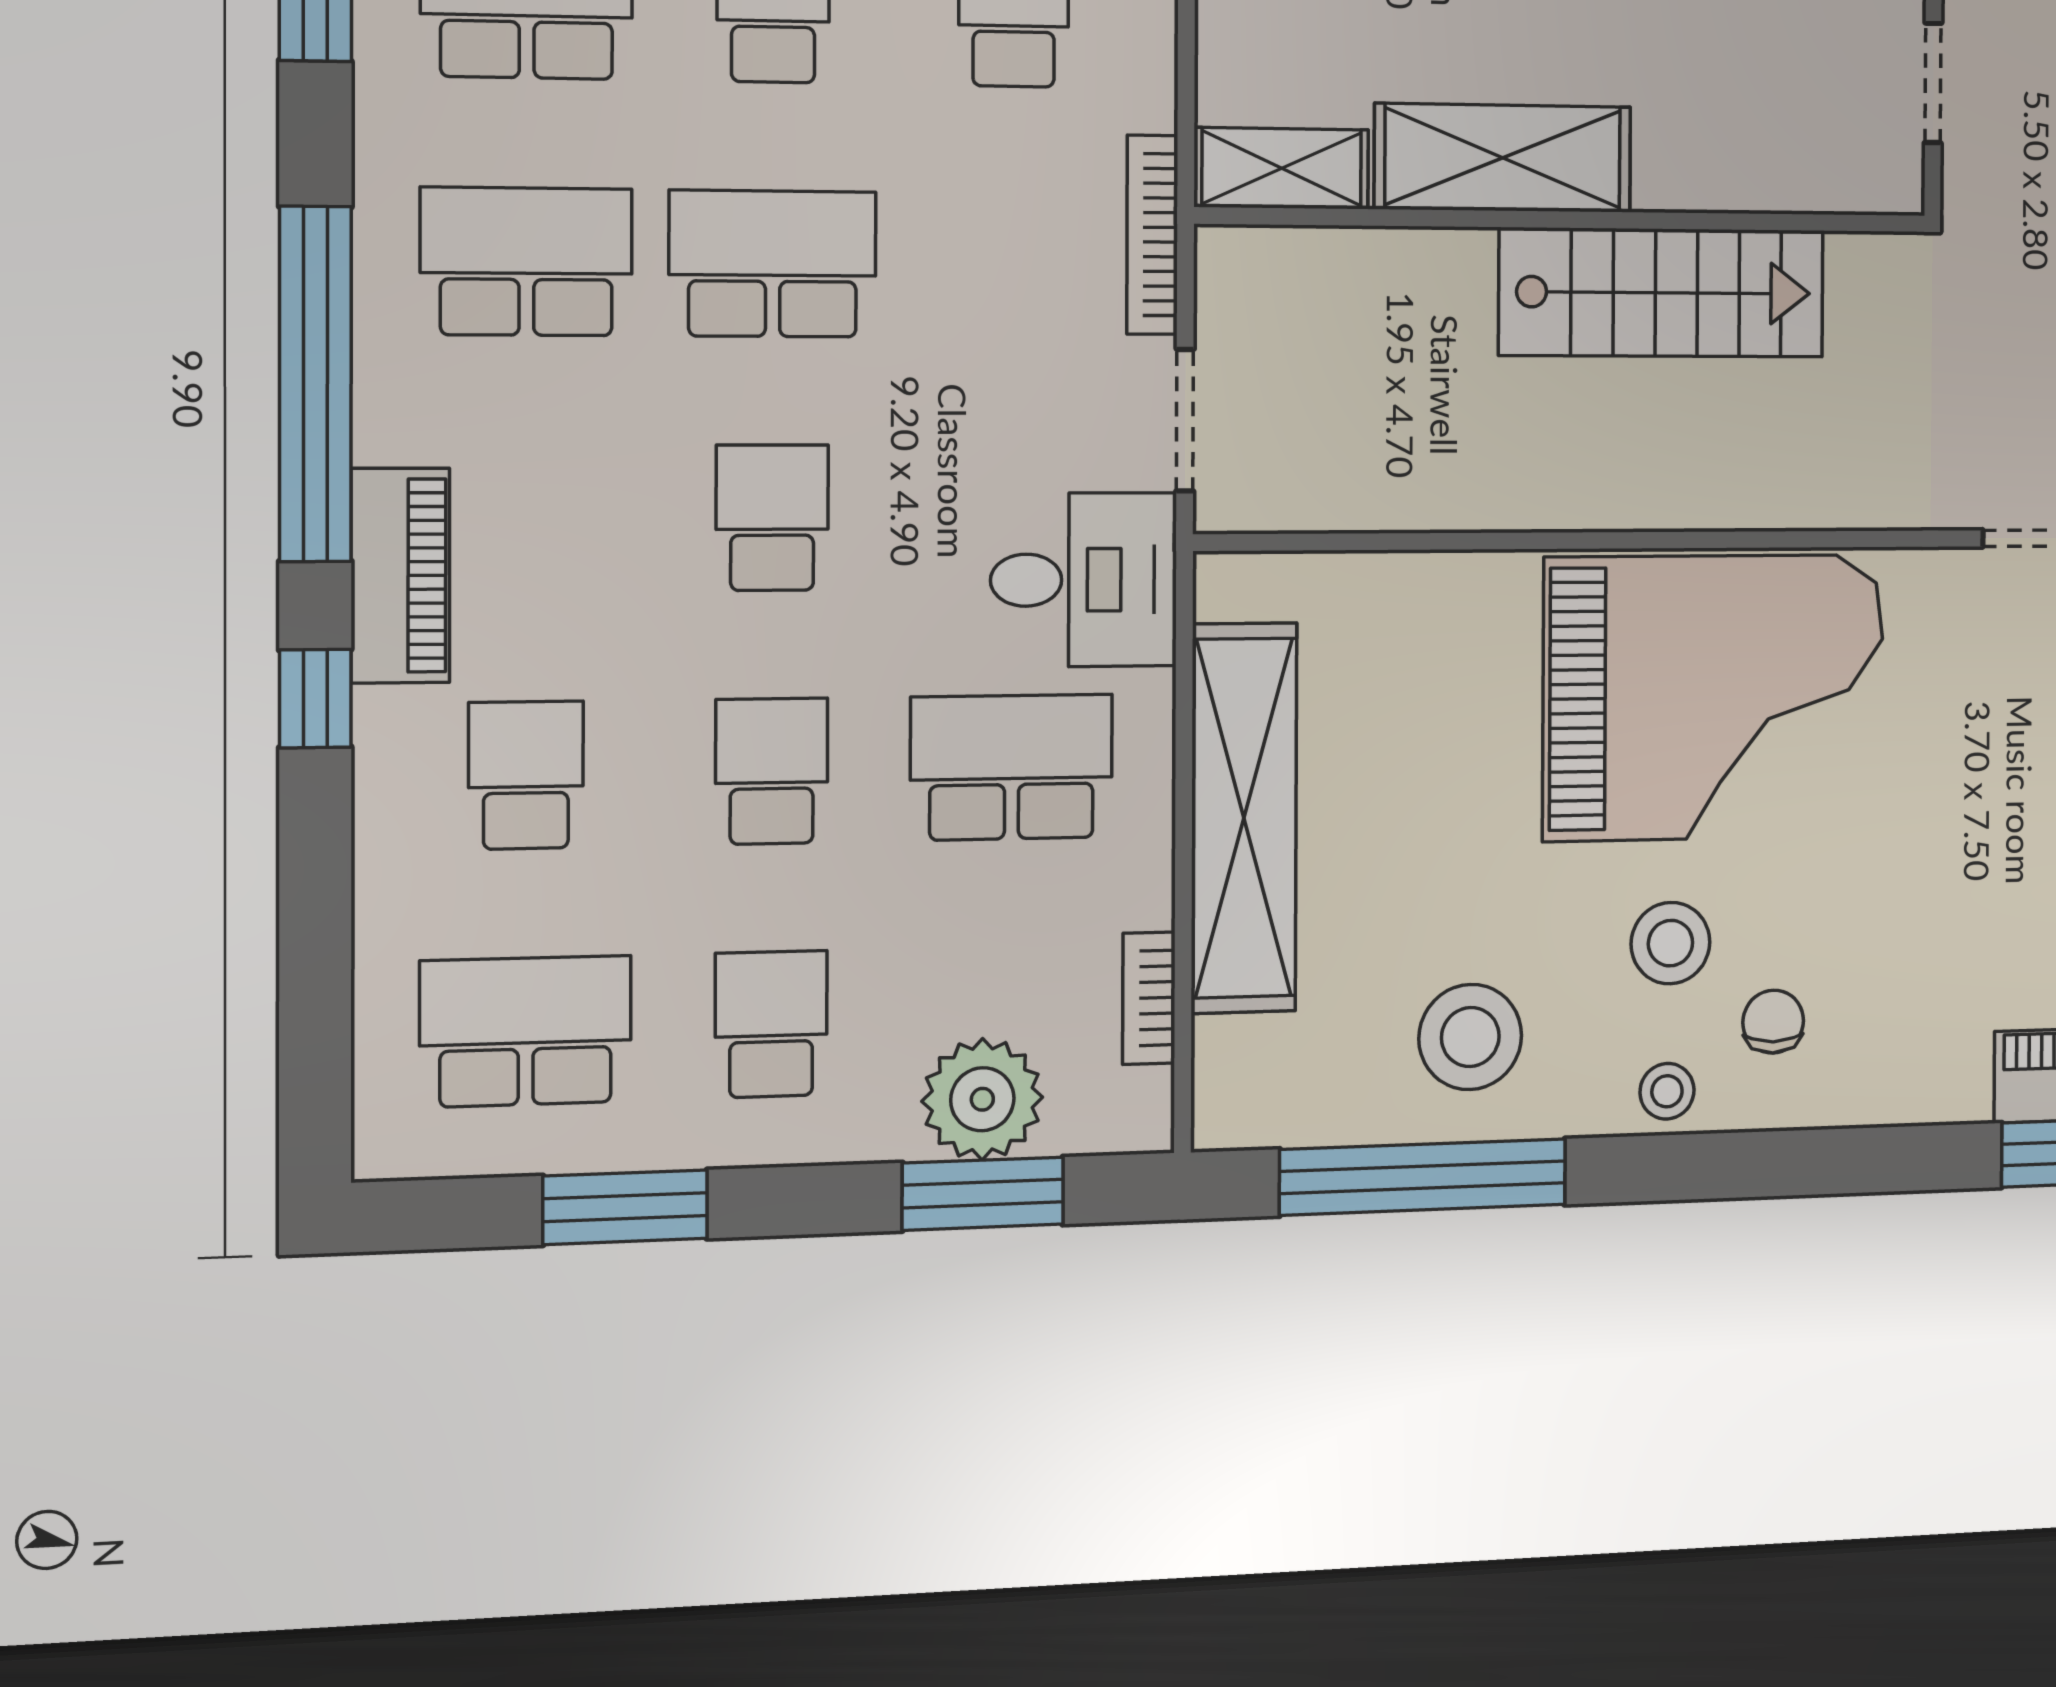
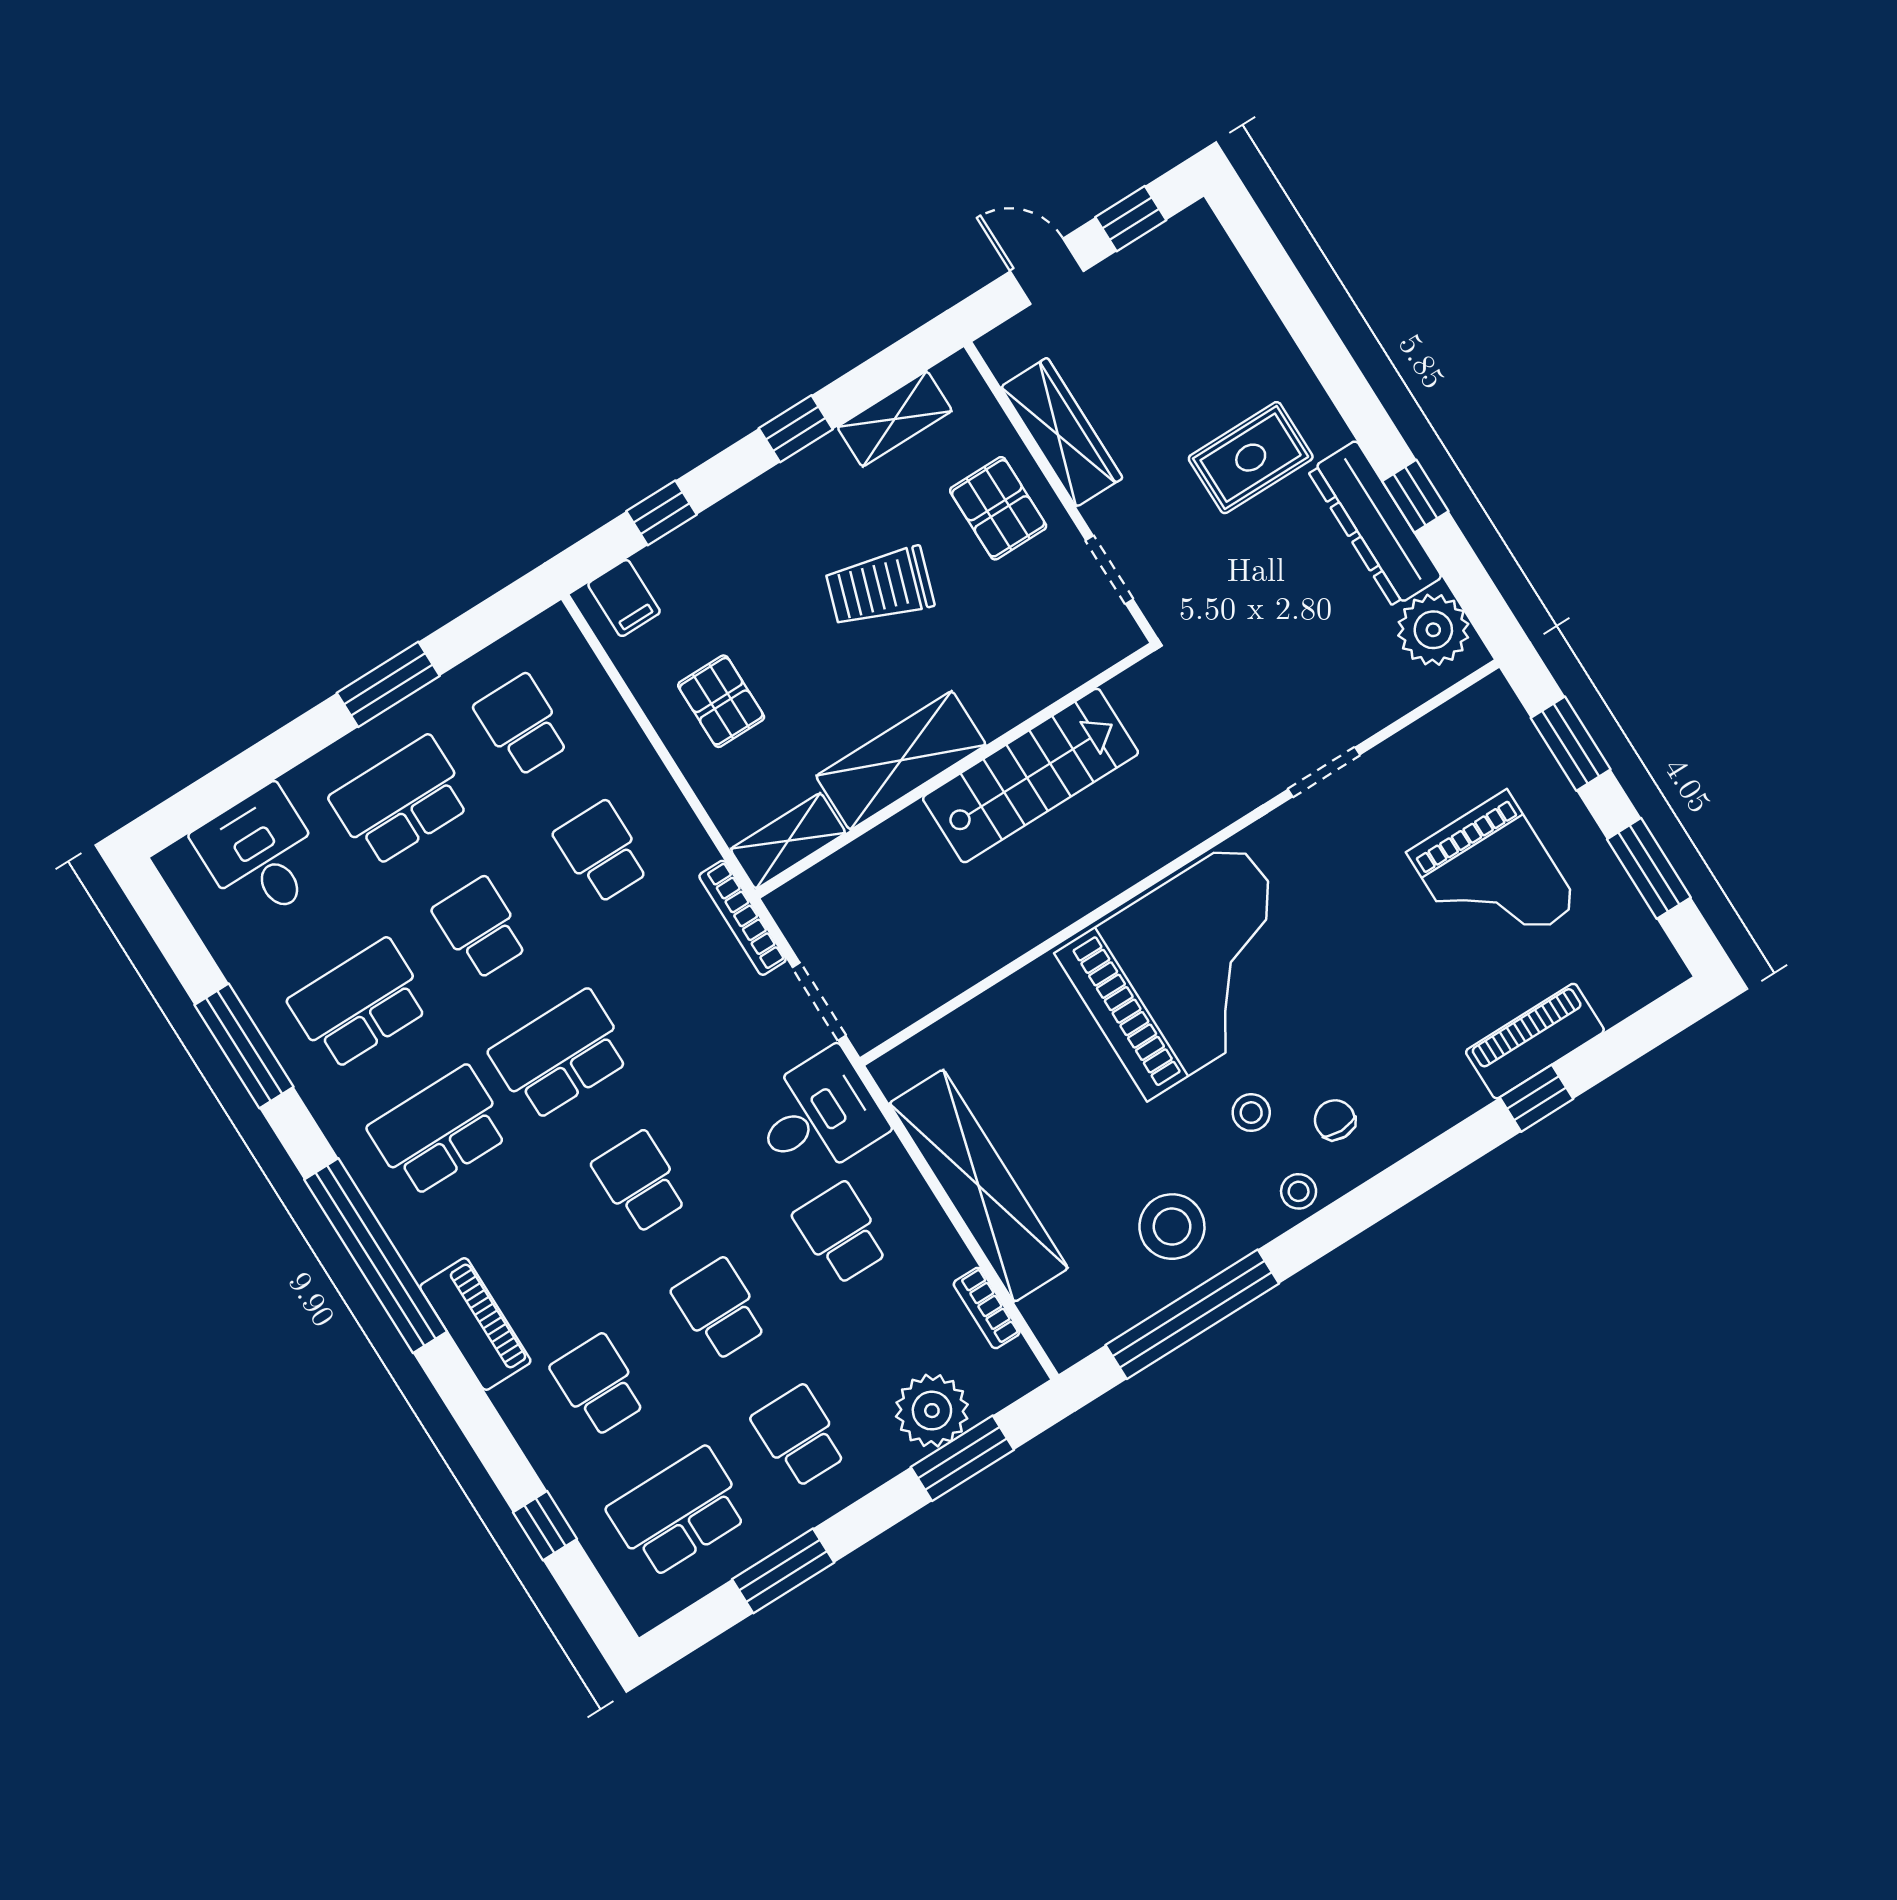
window: (315, 698) -> (545, 1526), moved
school desk: (1012, 767) -> (841, 1233), width x0.54
stool: (1670, 943) -> (1251, 1113), width x0.73, depth x0.73

